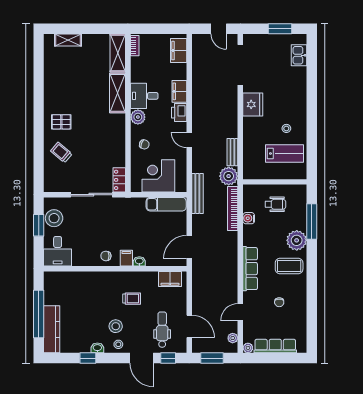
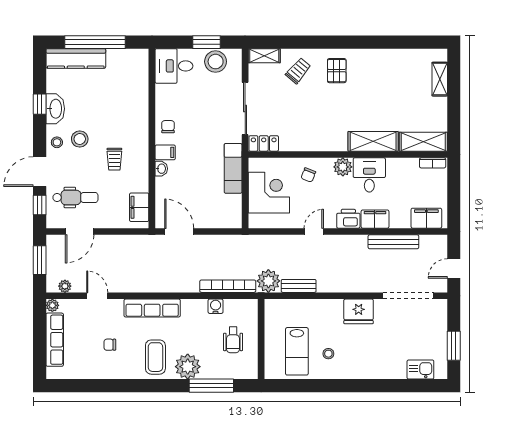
shelving: (49, 179) -> (264, 56), added
bench: (197, 194) -> (393, 242), moved
exam couch: (166, 204) -> (233, 168), moved
washbasin: (97, 348) -> (55, 109), width x1.91, depth x1.45

